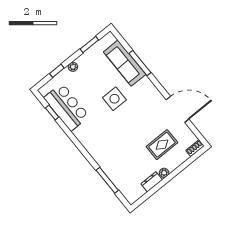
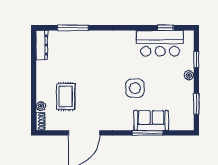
sofa: (125, 63) -> (151, 120), width x0.73
plant: (164, 173) -> (41, 106), moved
dresser: (152, 182) -> (42, 45), moved, width x1.44

